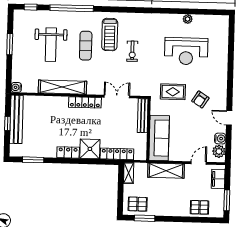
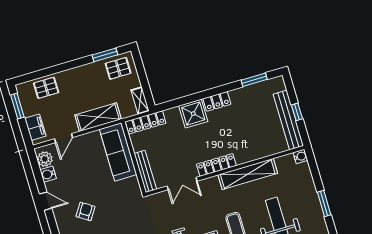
rug: (173, 92) -> (120, 210), removed
locker: (117, 154) -> (146, 122), moved

